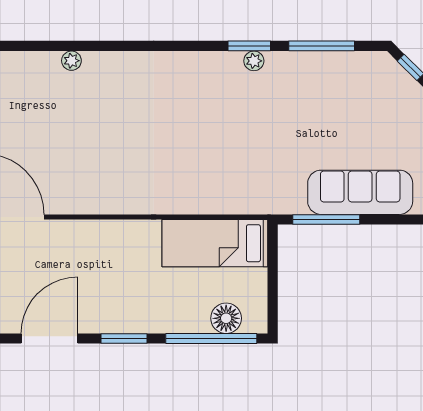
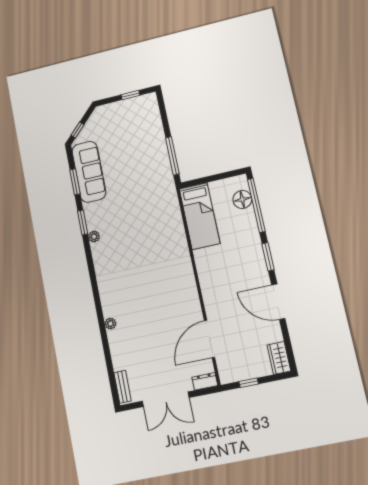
window: (322, 46) -> (75, 182), width x0.69
plant: (254, 61) -> (94, 237), moved
sofa: (360, 192) -> (89, 172), moved, turned 180

